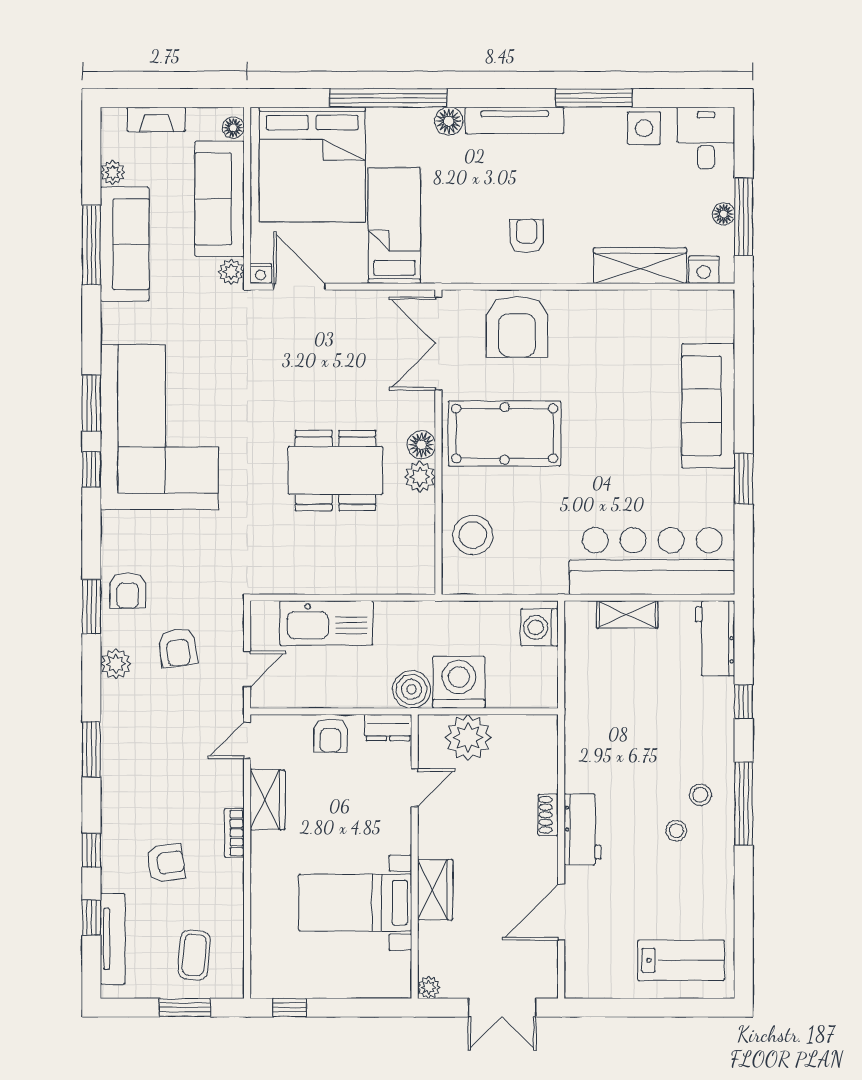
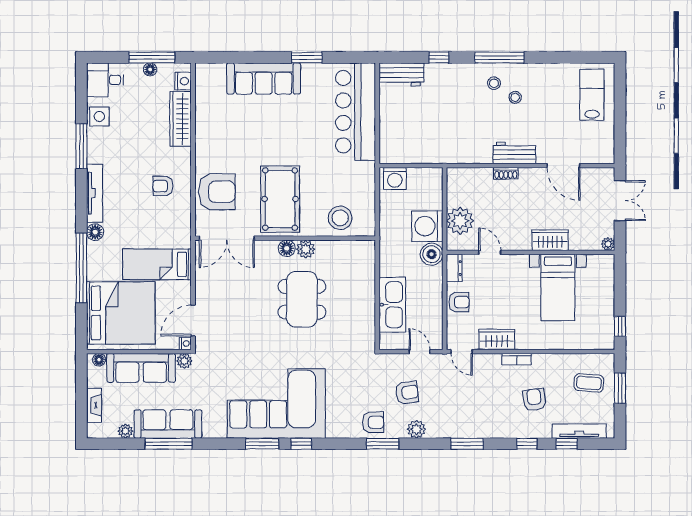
shelving: (627, 614) -> (387, 126), removed

